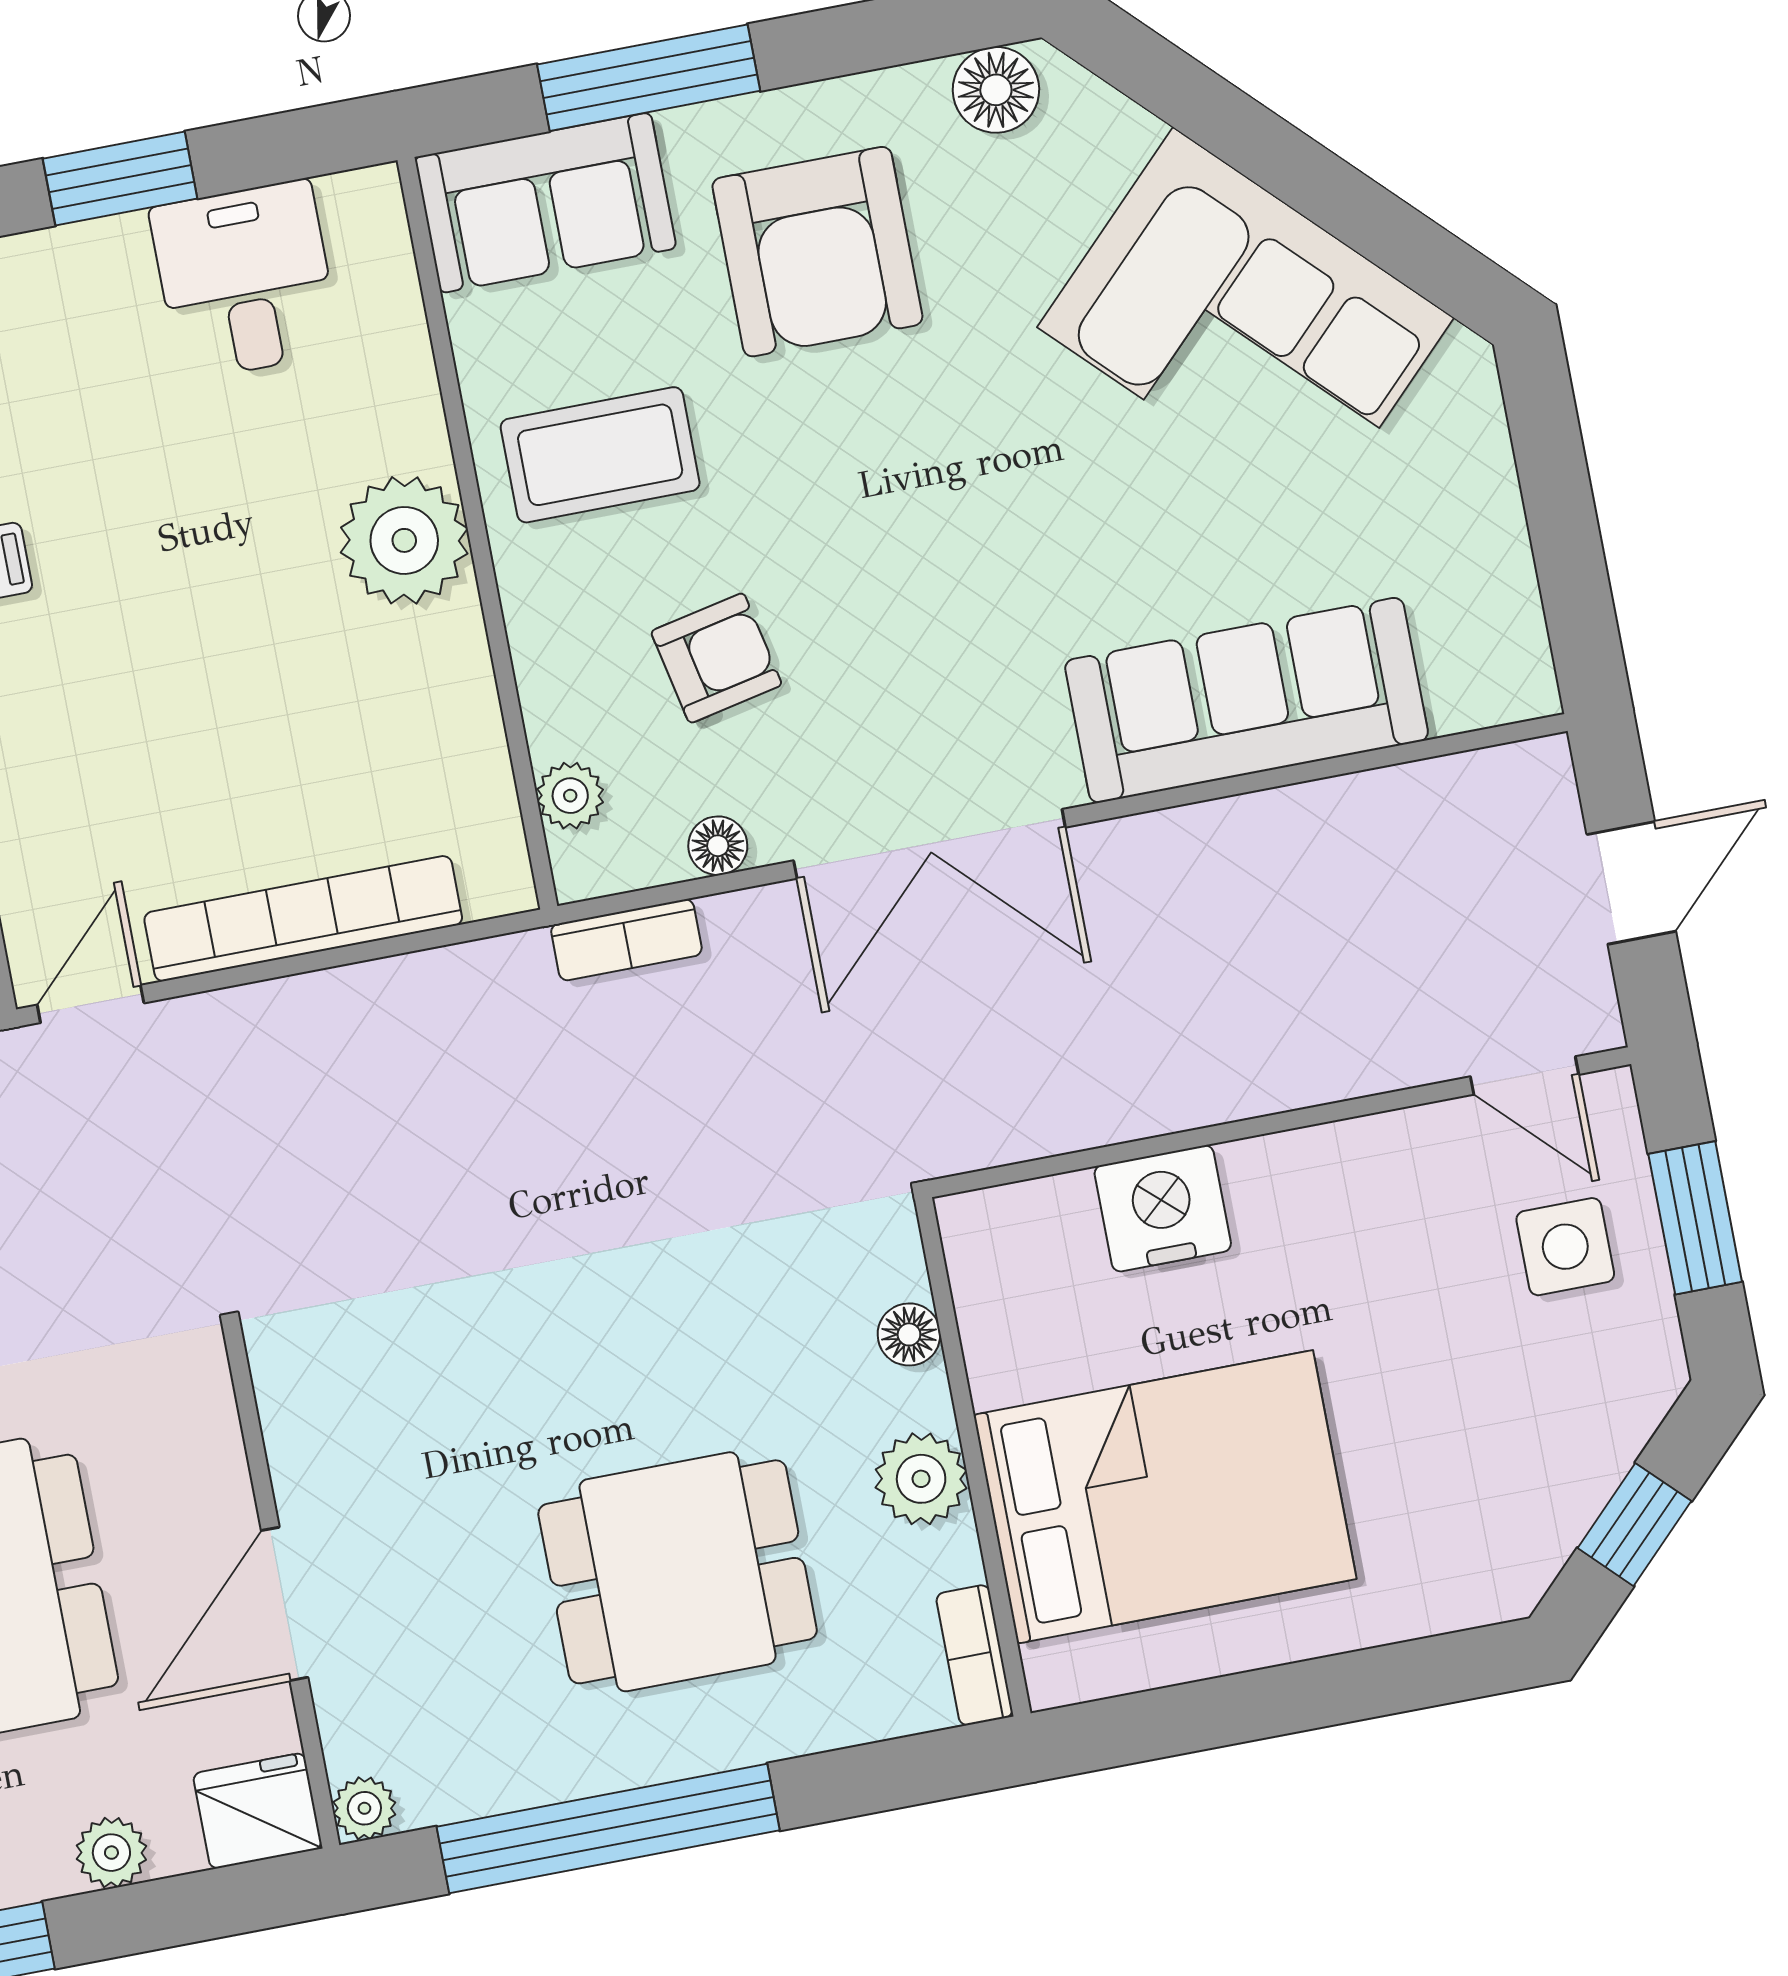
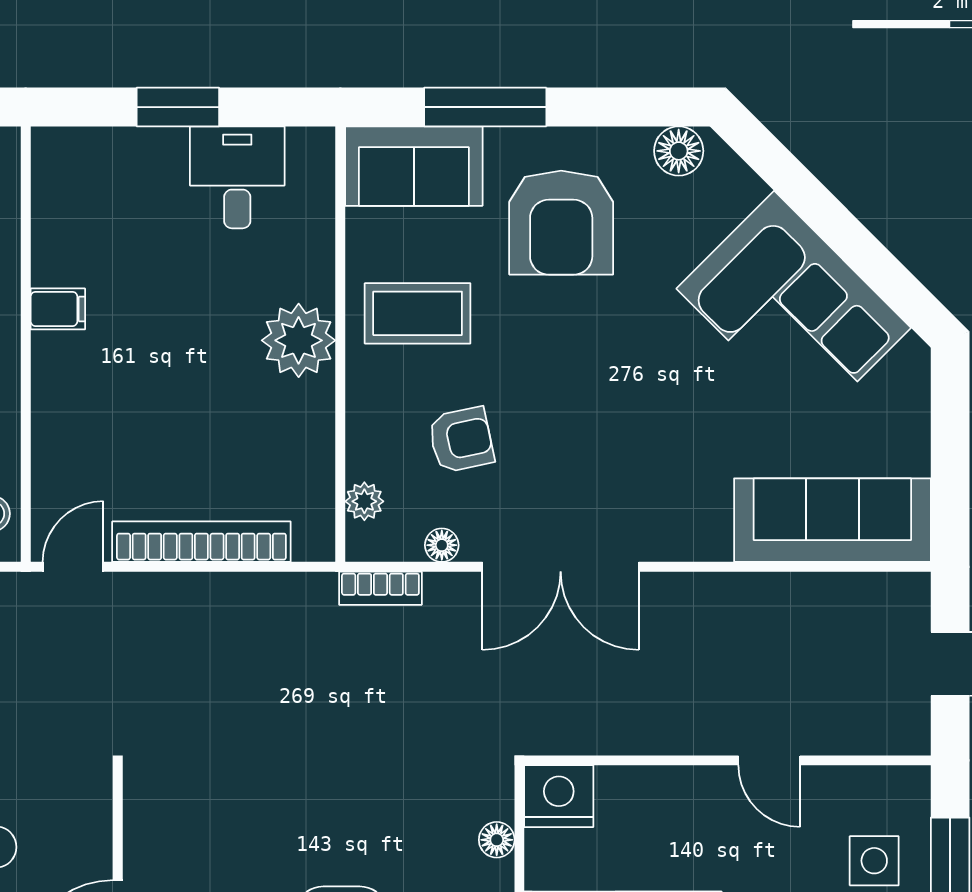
sofa: (1247, 700) -> (832, 520), moved
door: (1525, 1076) -> (769, 760), moved
nightstand: (1163, 1208) -> (559, 796), moved

